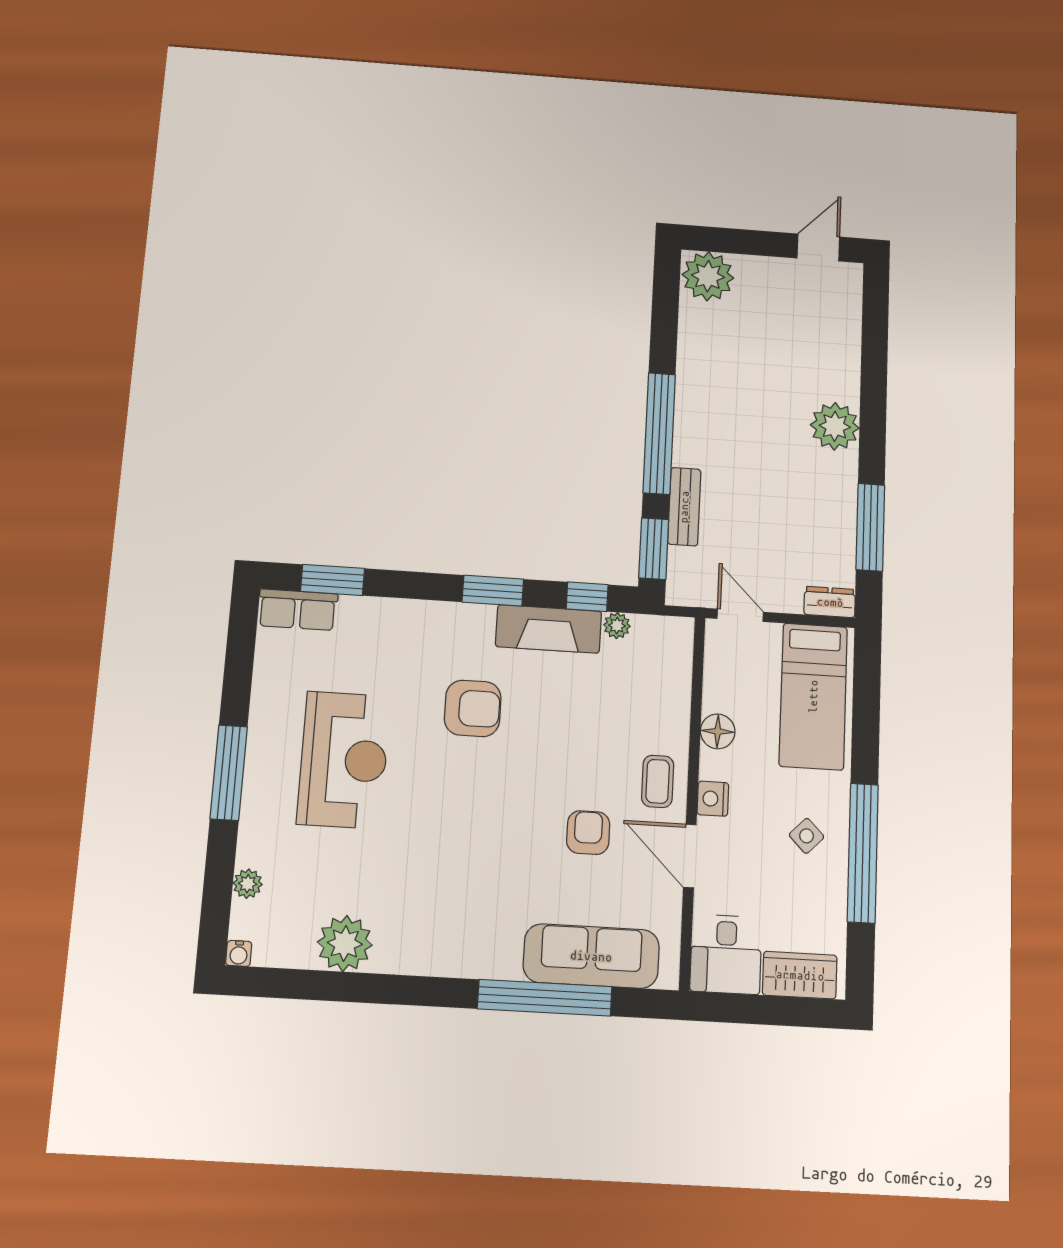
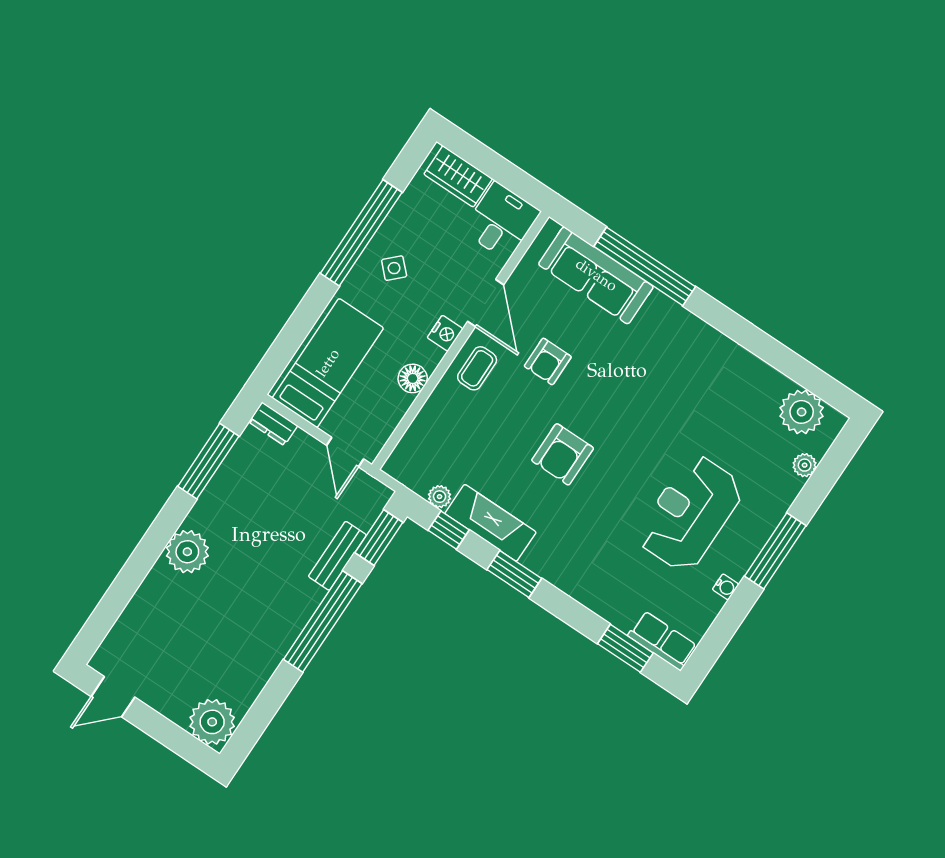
armchair: (473, 708) -> (563, 454), moved, turned -90
plant: (345, 943) -> (802, 412), moved
water cooler: (239, 953) -> (726, 587), moved, turned 90

